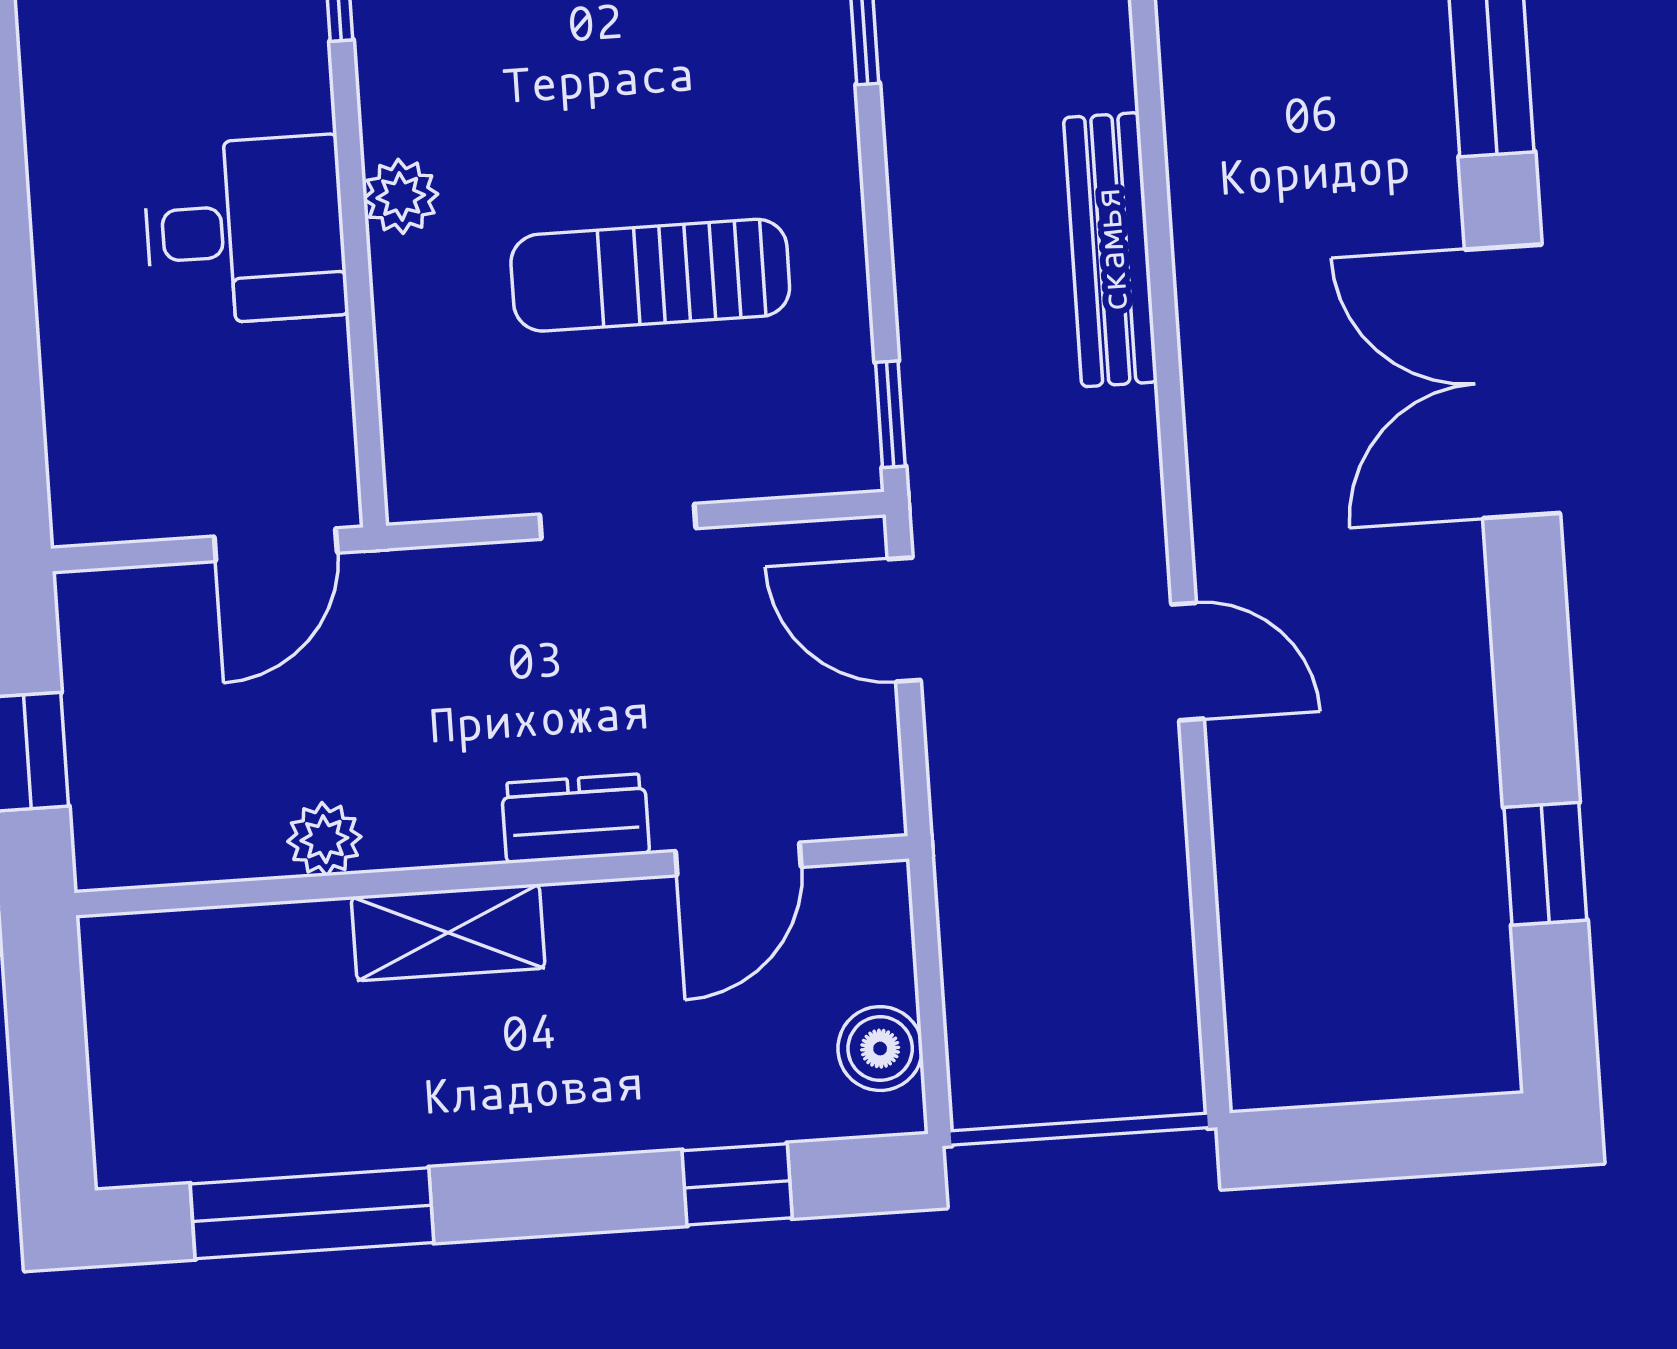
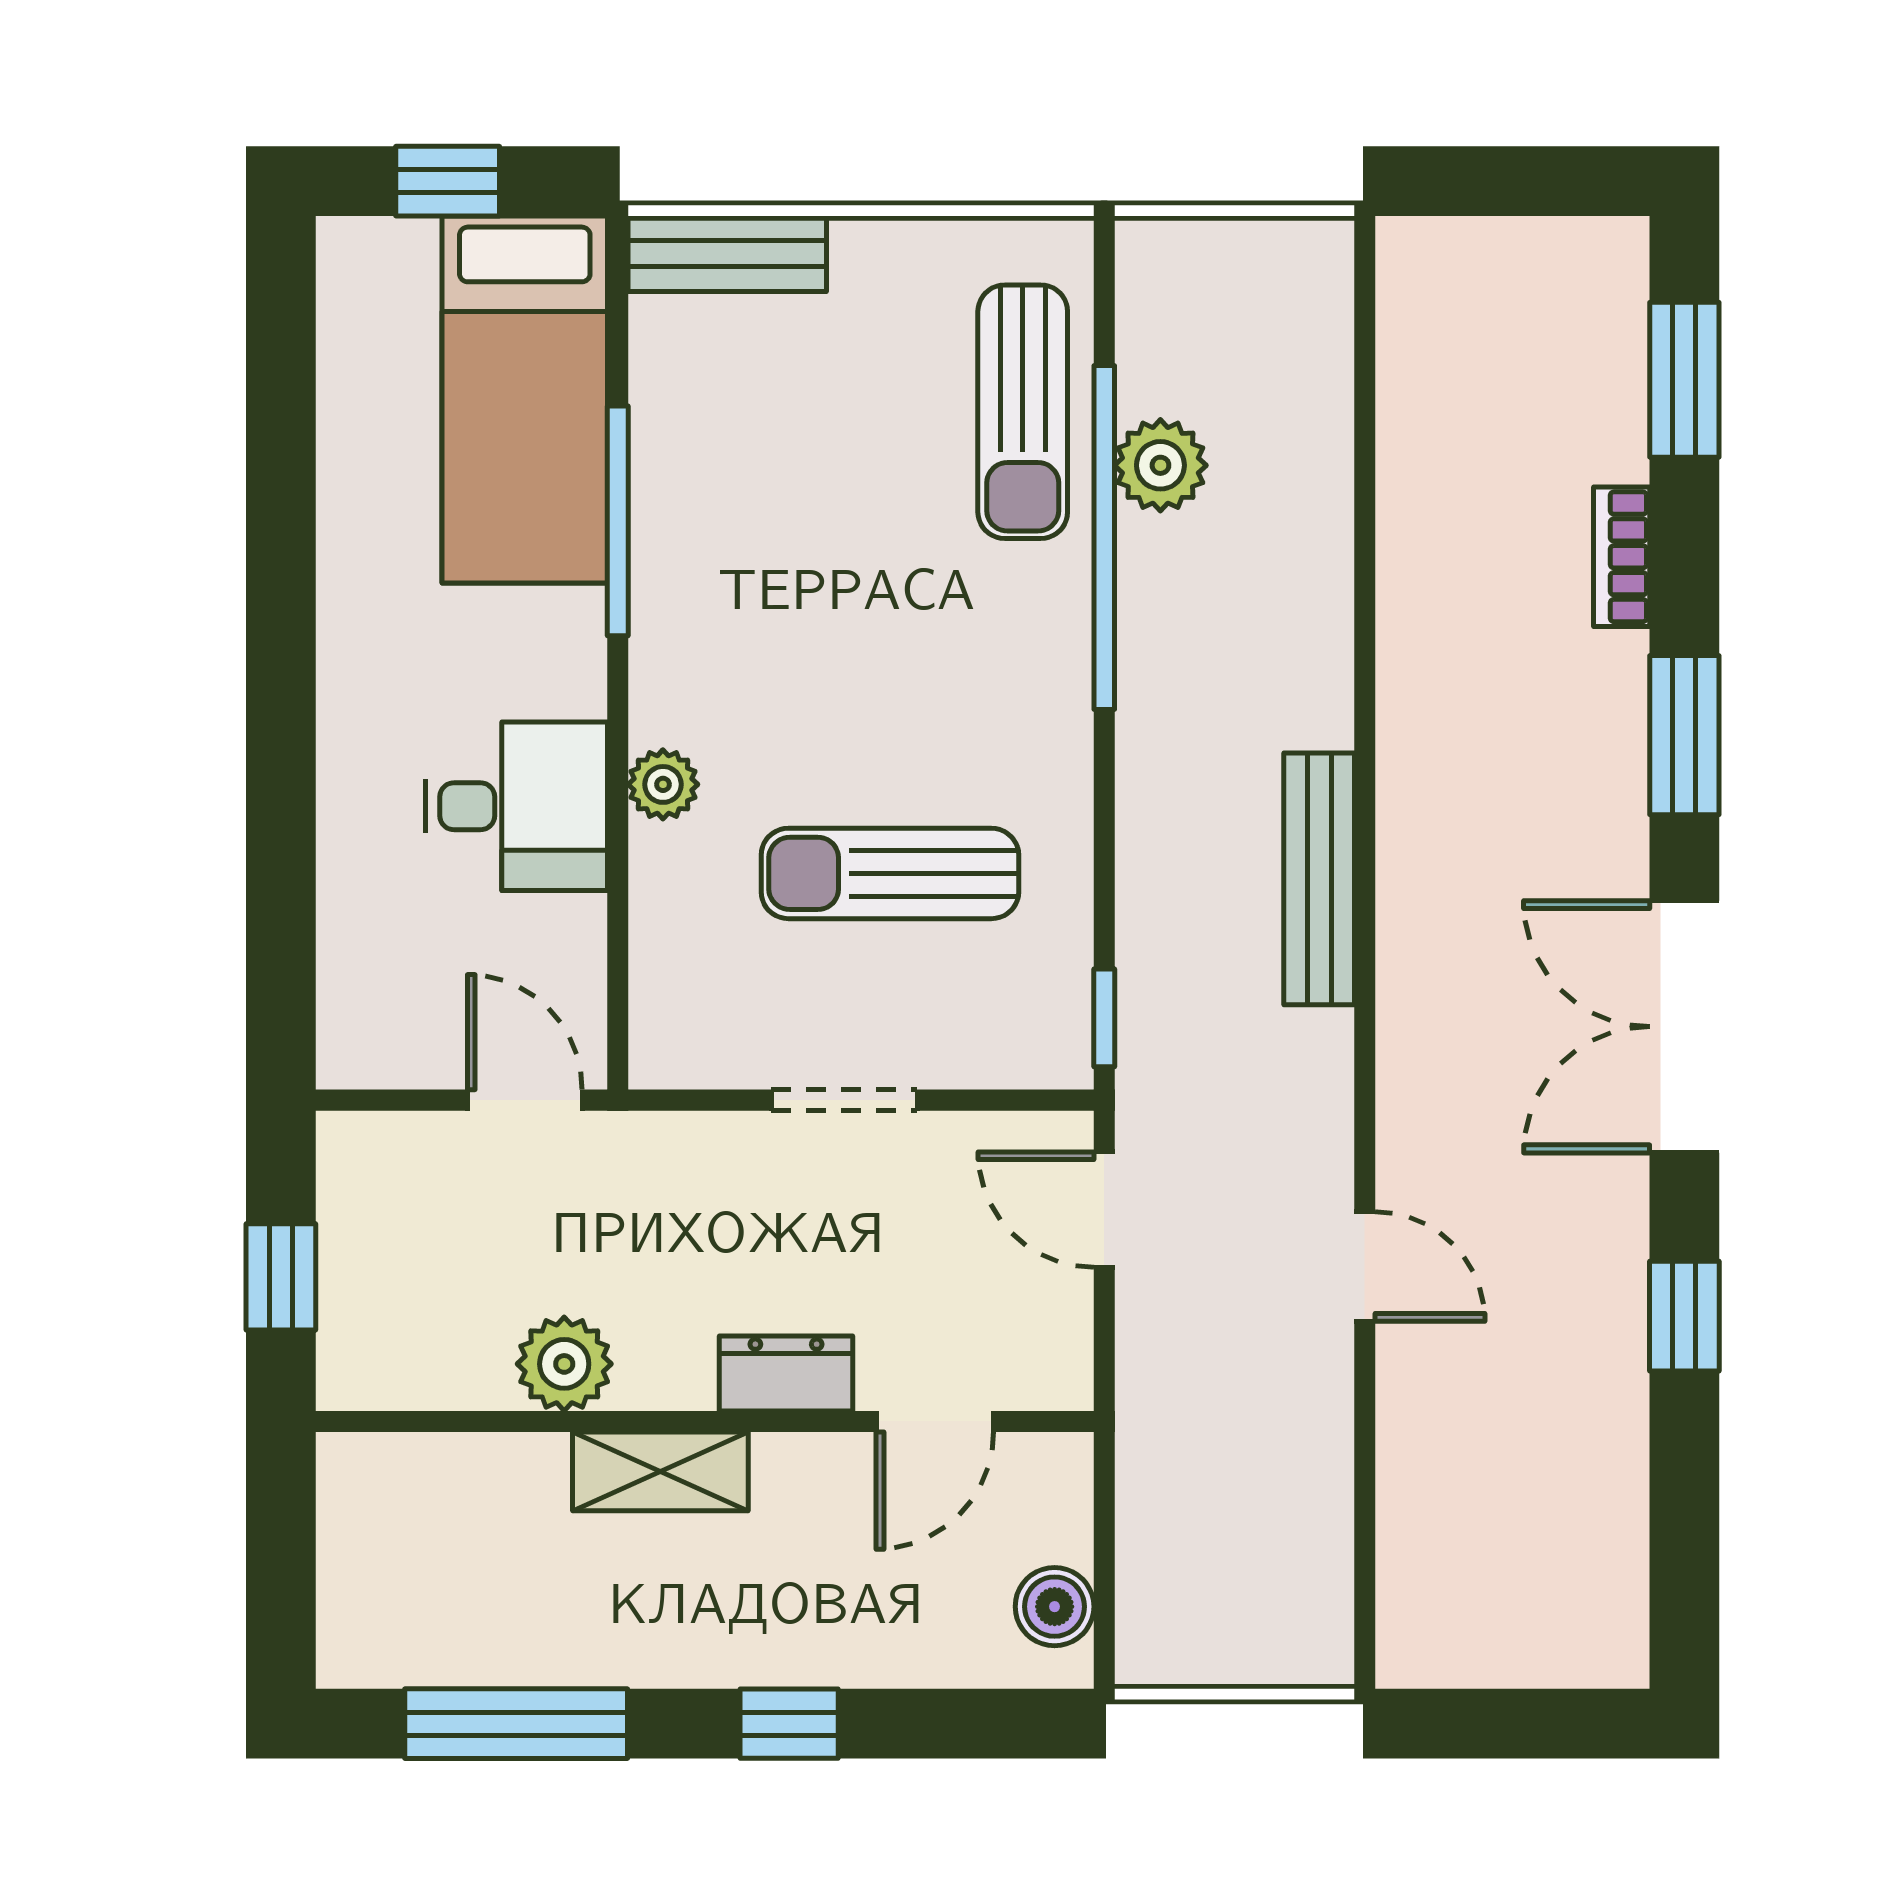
door: (276, 545) -> (525, 1100), swing flipped
plant: (324, 839) -> (564, 1364), width x1.38, depth x1.38
window: (1545, 864) -> (1684, 1316), moved
window: (737, 1184) -> (789, 1724), moved

